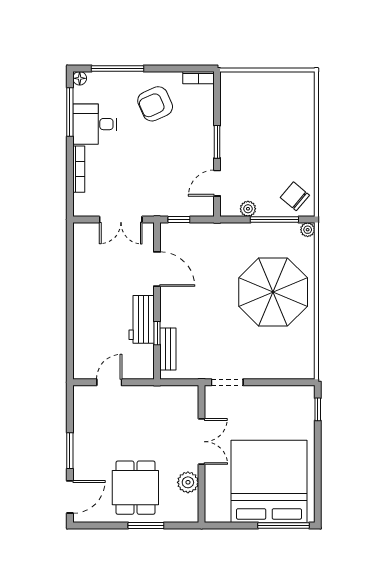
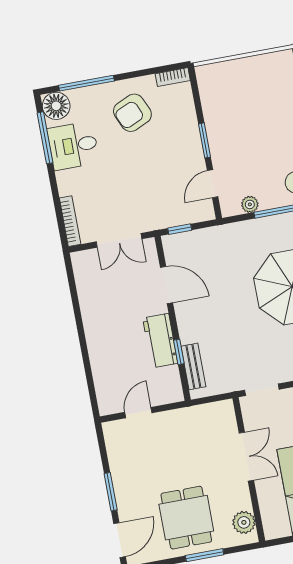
floor lamp: (80, 78) -> (56, 106), width x1.89, depth x1.89
bookcase: (79, 169) -> (70, 221), moved
plant: (188, 482) -> (244, 522), moved

